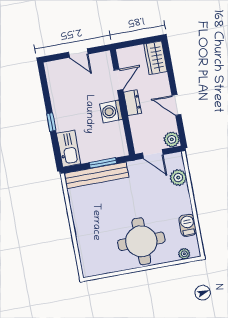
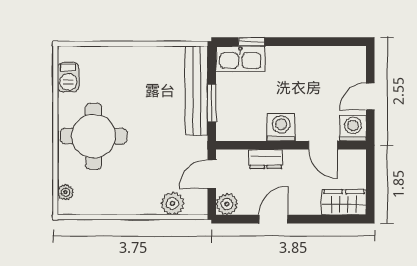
washing machine: (102, 61) -> (353, 128), added
dresser: (133, 103) -> (266, 159), moved
window: (51, 122) -> (251, 42), moved
barbecue: (188, 225) -> (68, 77), moved, turned 90

